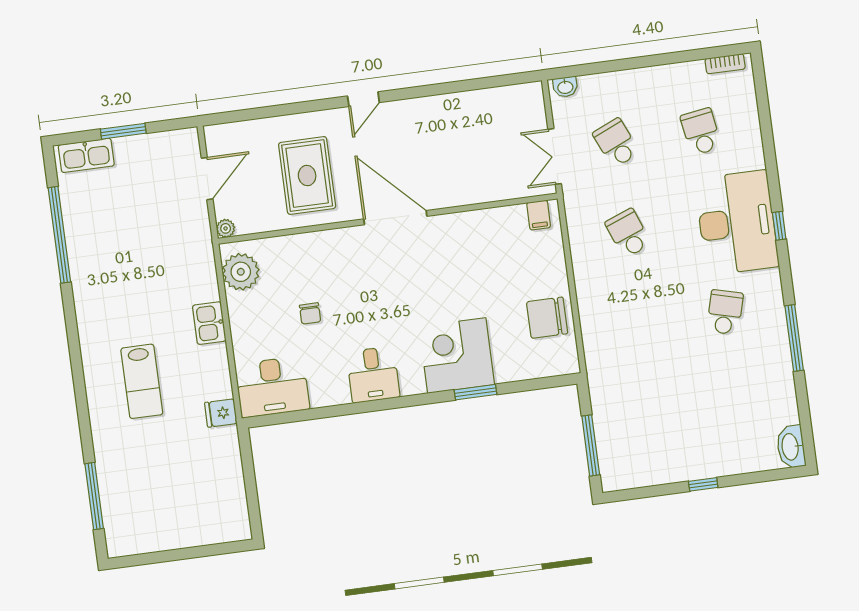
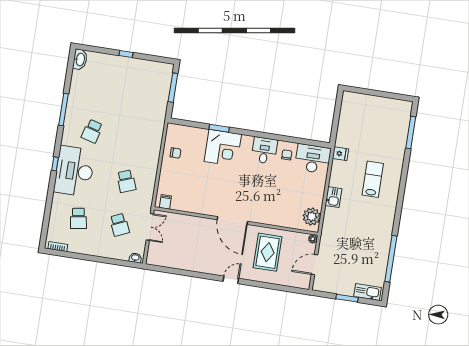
chair: (310, 313) -> (287, 155), moved
chair: (547, 318) -> (176, 153), width x0.54, depth x0.54

